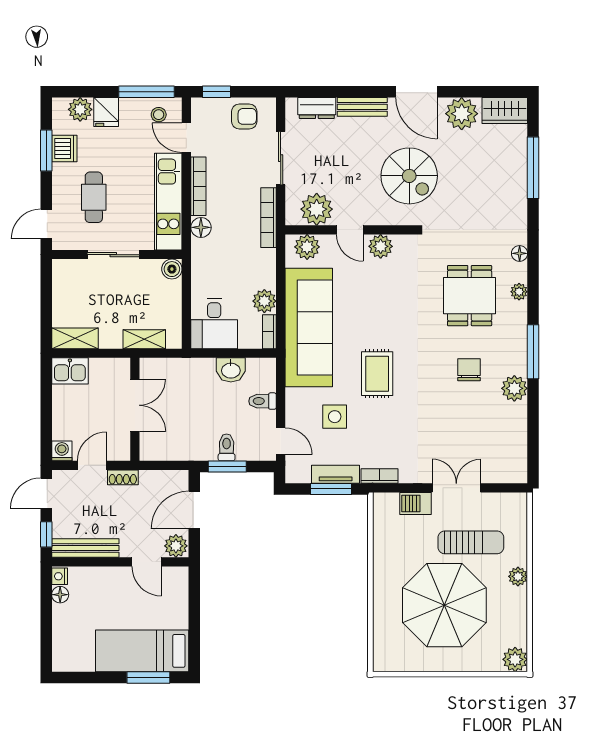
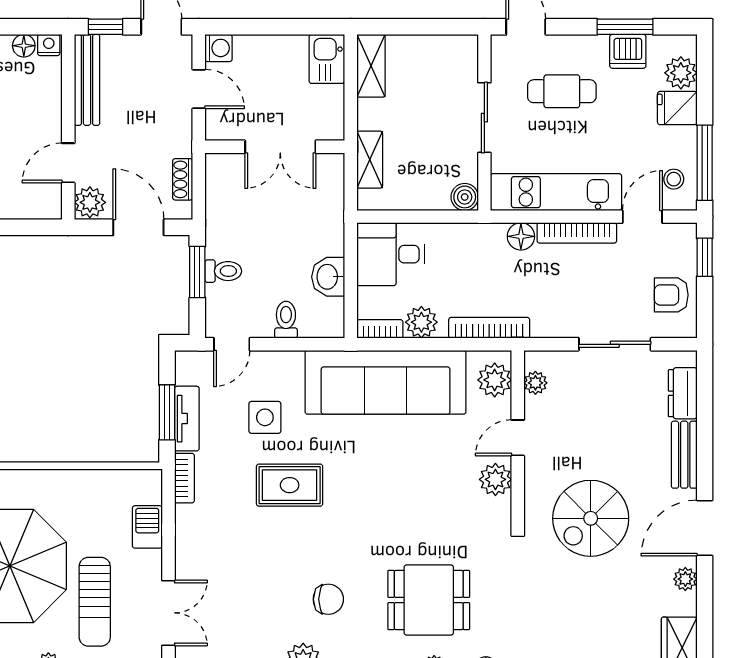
plant: (462, 114) -> (685, 579), width x0.53, depth x0.53
armchair: (244, 116) -> (671, 295), turned 90
plant: (317, 209) -> (535, 383), width x0.53, depth x0.53
bookcase: (269, 218) -> (489, 328), moved
rug: (377, 374) -> (290, 485), moved
shoe rack: (123, 477) -> (183, 179), moved
double door: (456, 488) -> (168, 613), moved

